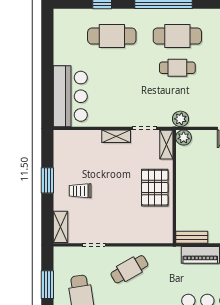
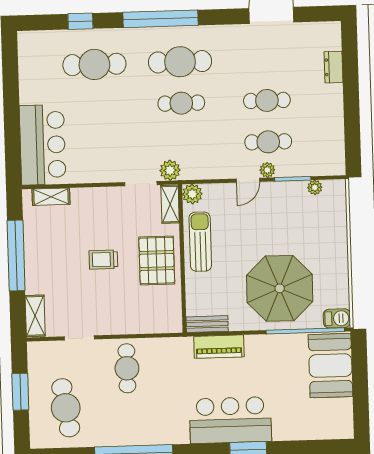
plant: (180, 119) -> (170, 170), moved
shelving: (116, 136) -> (51, 197), moved
sun lounger: (189, 174) -> (200, 242), added
window: (47, 180) -> (16, 256), width x2.11
trolley: (80, 191) -> (103, 260), moved
cafe table: (129, 269) -> (127, 368), turned -60

